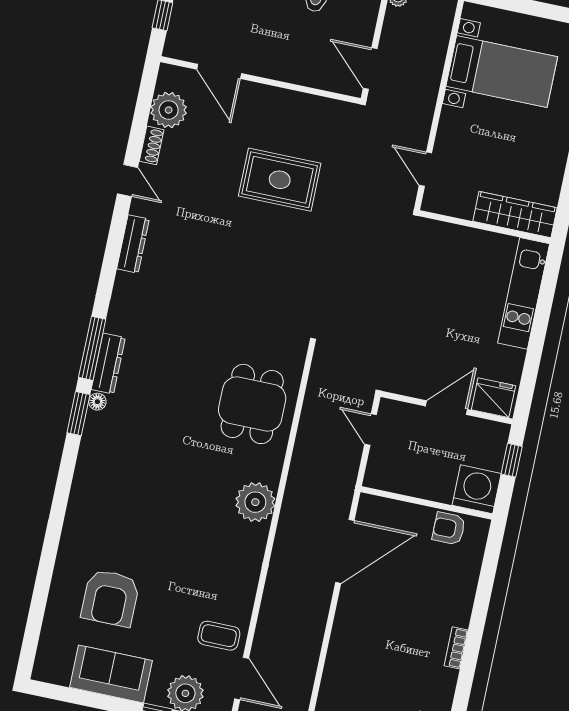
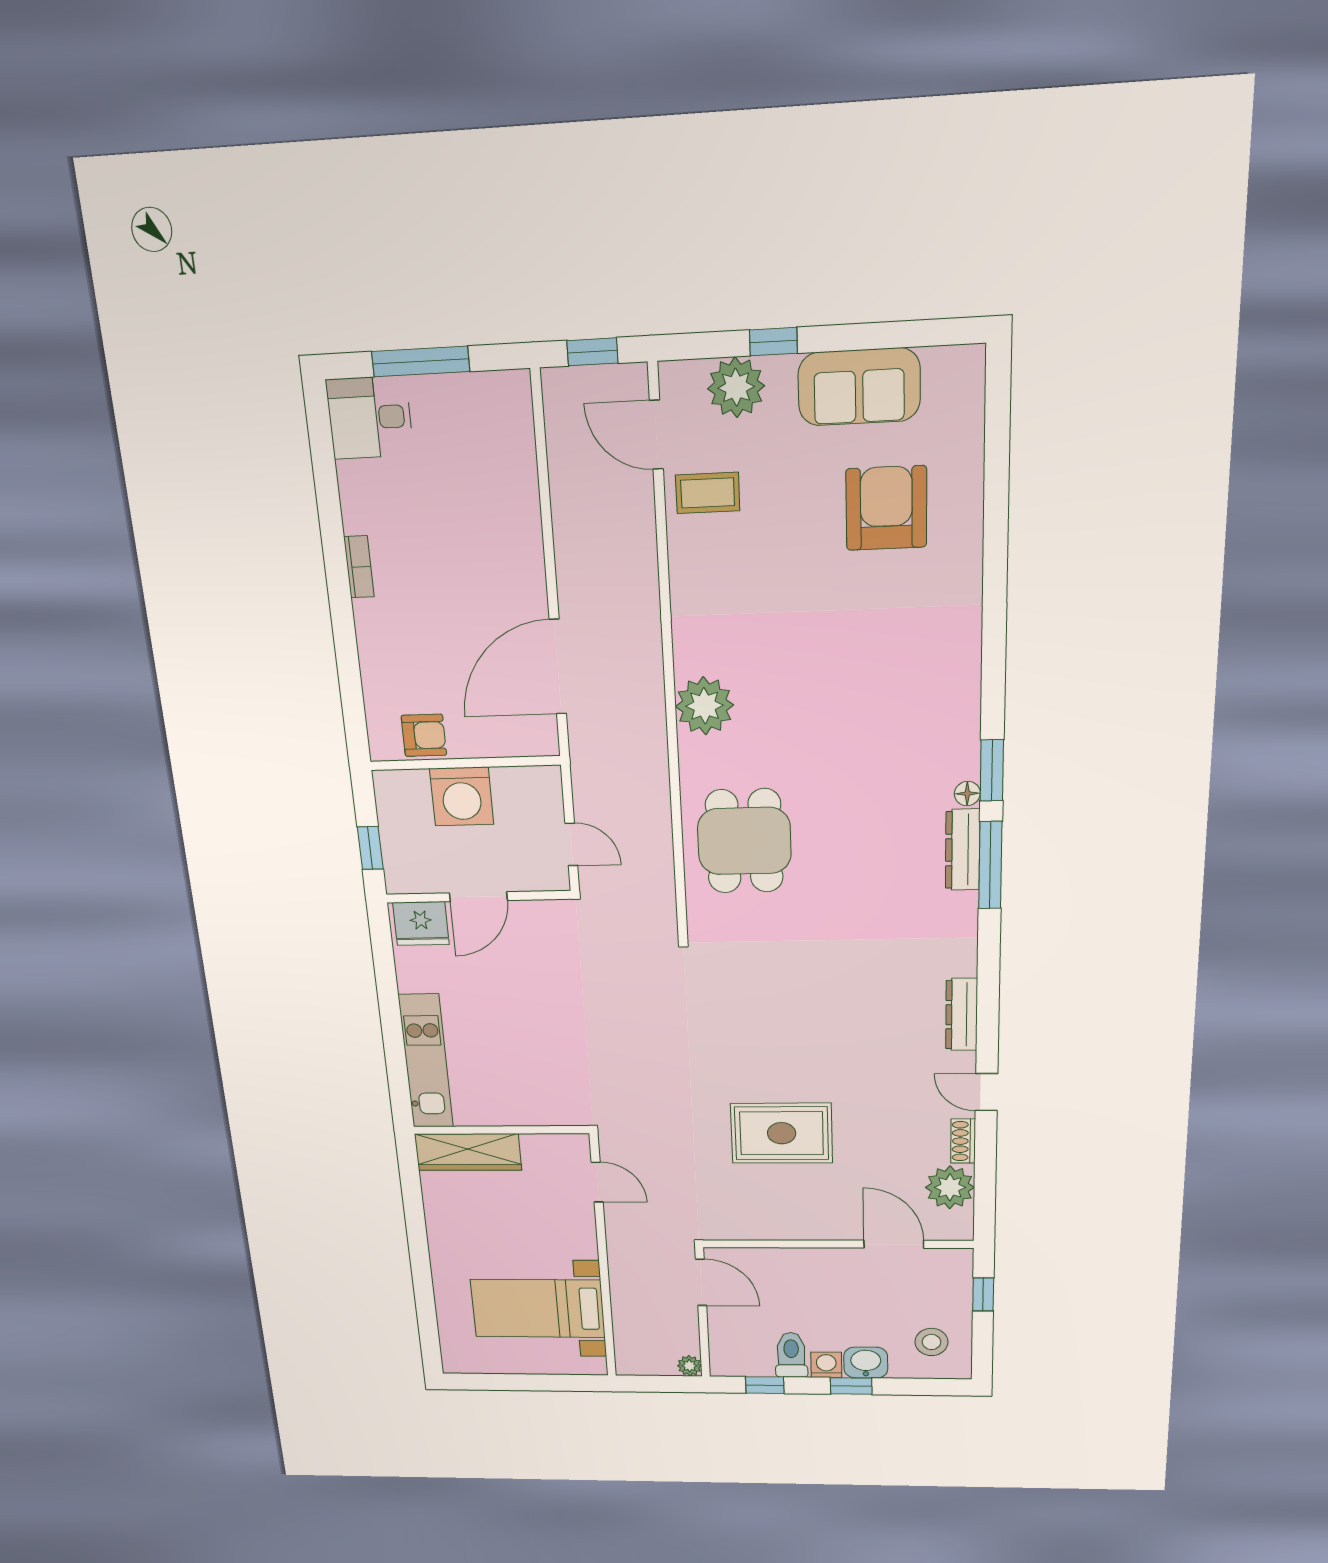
washing machine: (477, 489) -> (462, 797), moved

